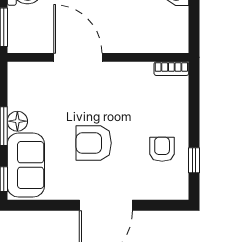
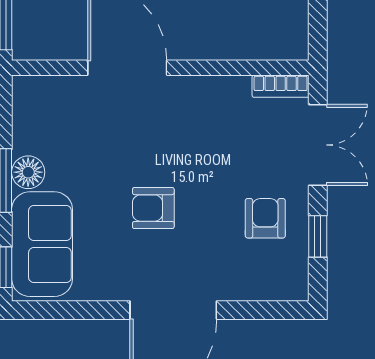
double door: (194, 105) -> (318, 145), added
armchair: (94, 143) -> (153, 208), width x0.72, depth x0.72

